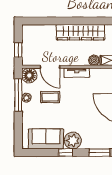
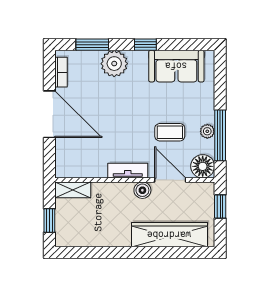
wardrobe: (81, 32) -> (169, 235), moved
boiler: (94, 60) -> (142, 190), moved
plant: (73, 141) -> (114, 64), moved

